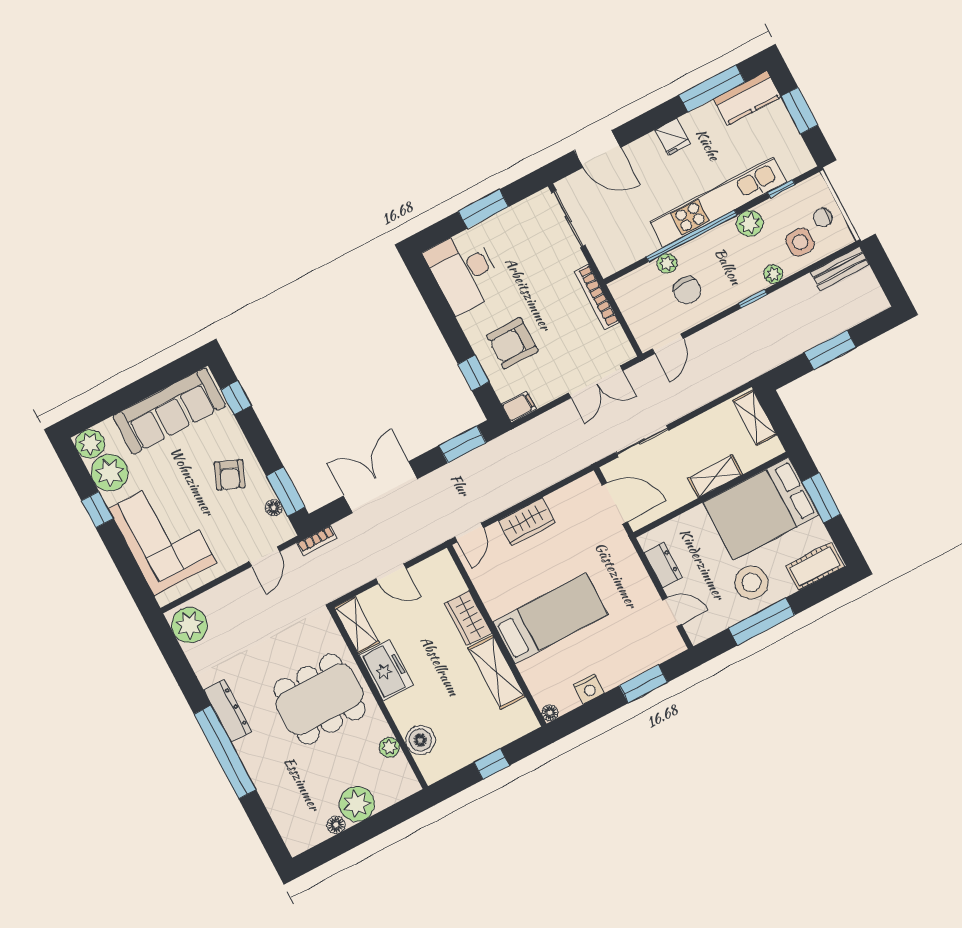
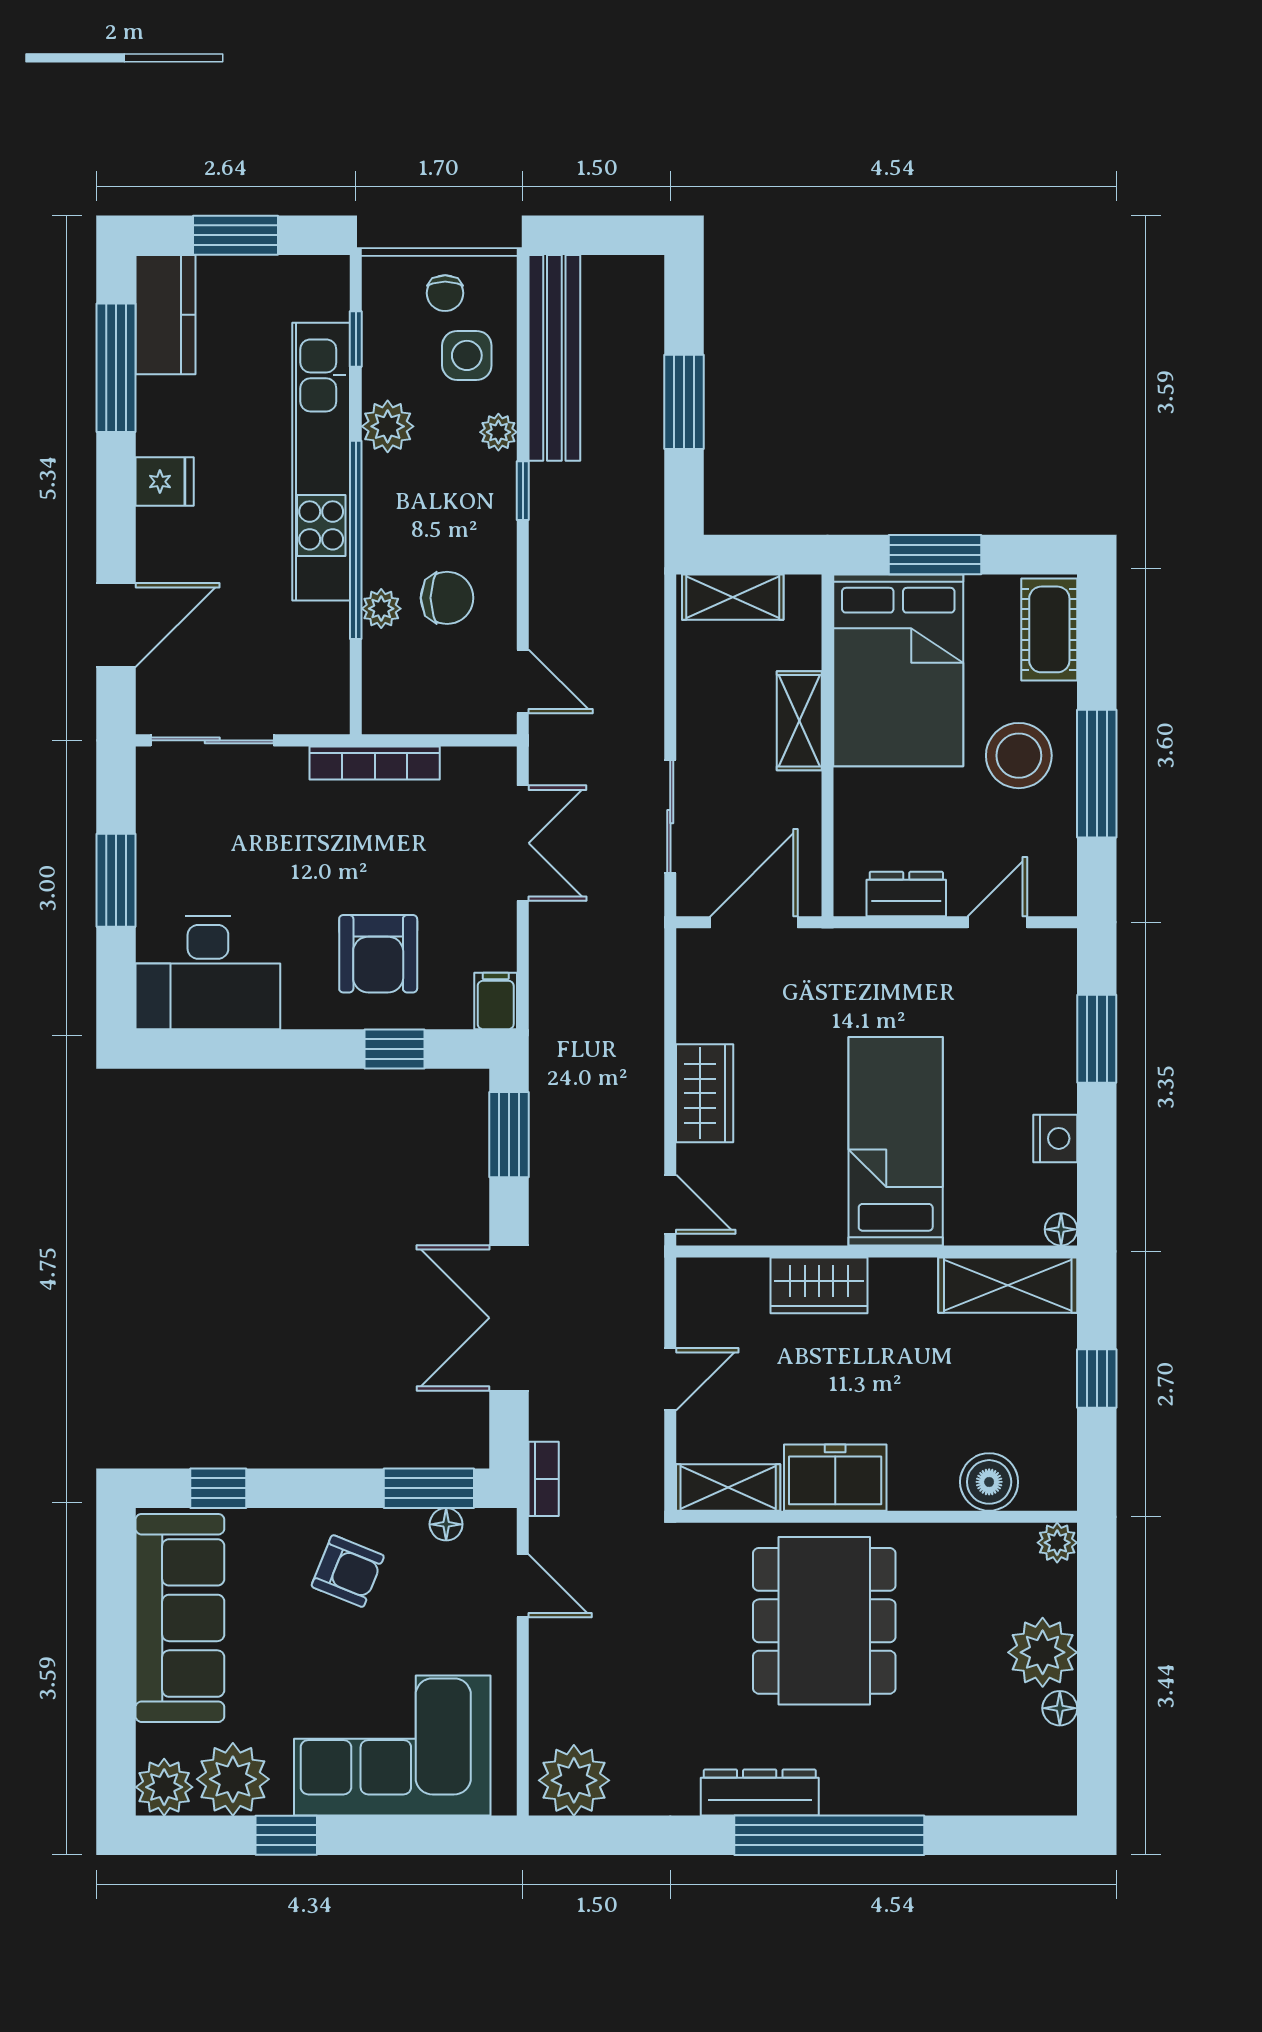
bench: (840, 268) -> (554, 358), width x1.86, depth x1.21
shelving: (497, 672) -> (1008, 1285), moved
plant: (389, 747) -> (1057, 1543), moved

